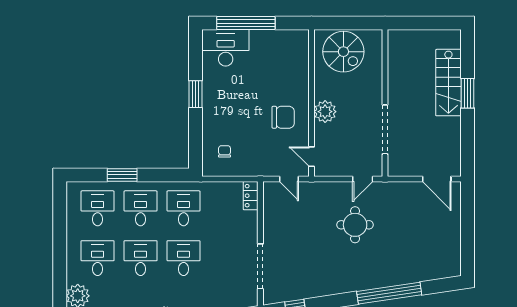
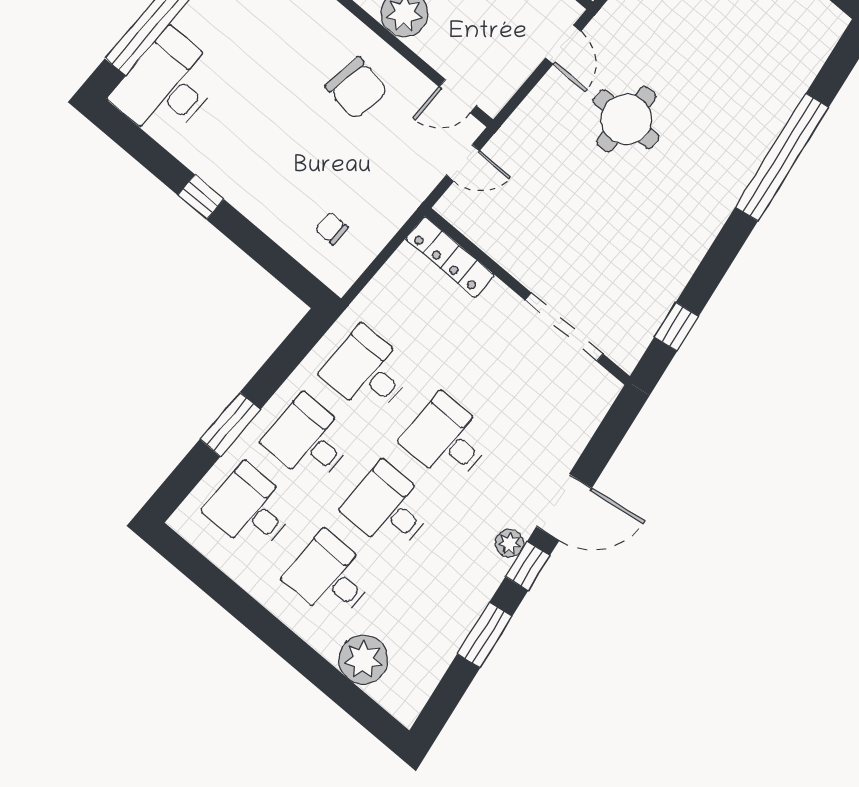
window: (196, 94) -> (201, 197), width x0.67
chair: (283, 117) -> (356, 88), turned 99
locker: (251, 196) -> (450, 257), width x1.53

